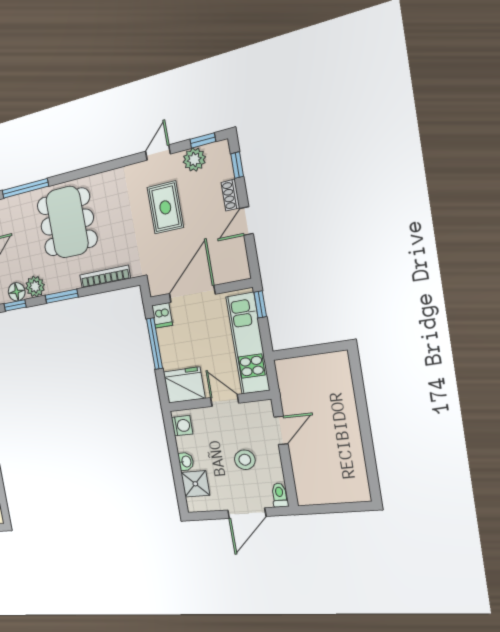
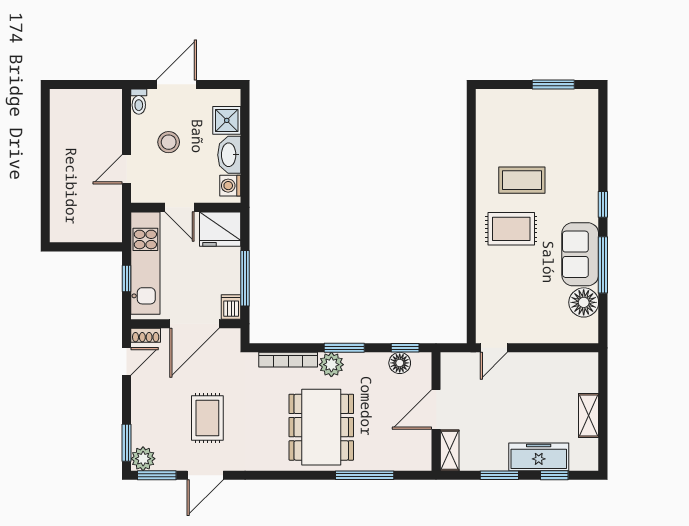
window: (203, 140) -> (157, 475), width x1.50
door: (158, 153) -> (205, 475), width x1.37
plant: (194, 160) -> (143, 459), moved
window: (237, 165) -> (127, 443), width x1.50
shoe rack: (230, 195) -> (146, 335), moved, turned 90
door: (246, 221) -> (127, 361), moved
plant: (35, 287) -> (331, 365), moved
window: (260, 304) -> (127, 278), moved
washbasin: (186, 462) -> (229, 155), width x1.91, depth x1.45

